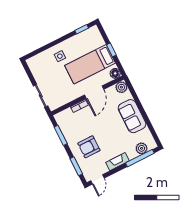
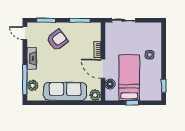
floor lamp: (115, 73) -> (110, 84), moved
sofa: (132, 116) -> (65, 91), width x1.36
armchair: (89, 147) -> (57, 40), turned 53

